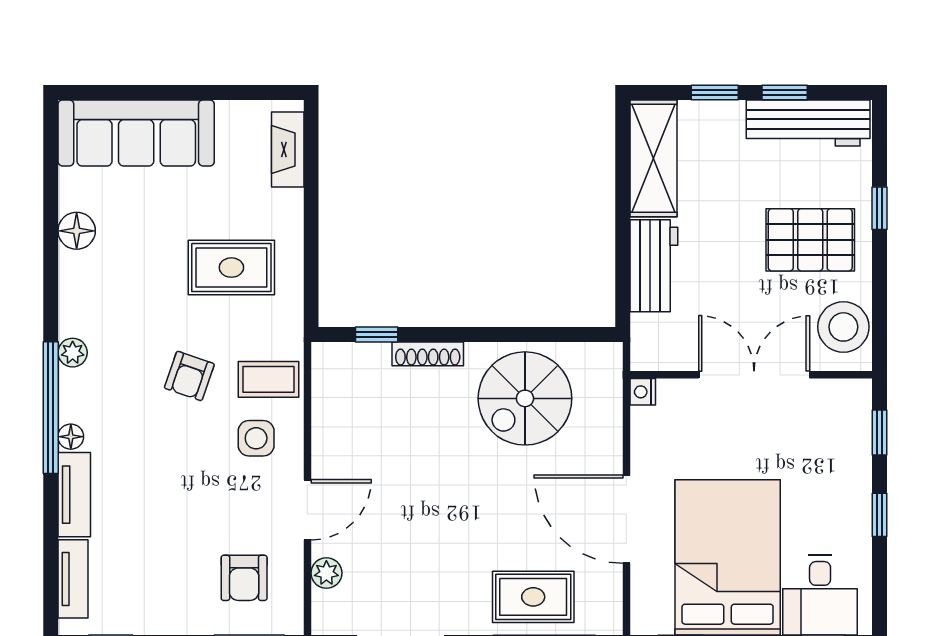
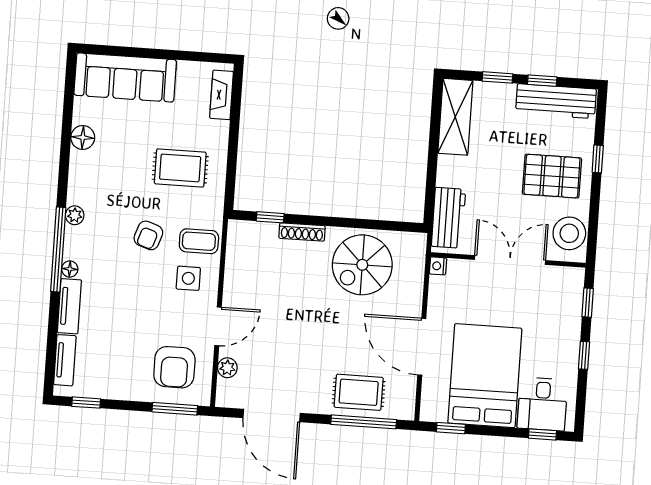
workbench: (654, 266) -> (448, 218), moved
armchair: (244, 578) -> (174, 367), width x1.38, depth x1.38

